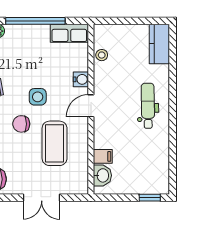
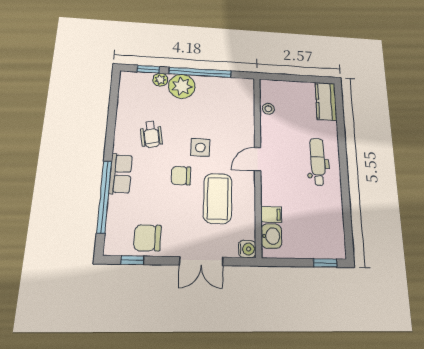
row of seats: (69, 33) -> (235, 86), removed
plant: (18, 37) -> (182, 86), added
water cooler: (81, 79) -> (247, 249), moved

